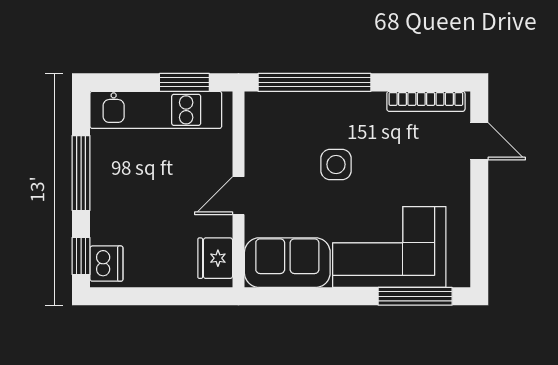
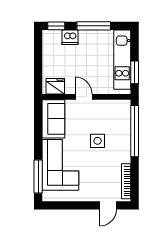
dishwasher: (106, 264) -> (70, 37), moved

